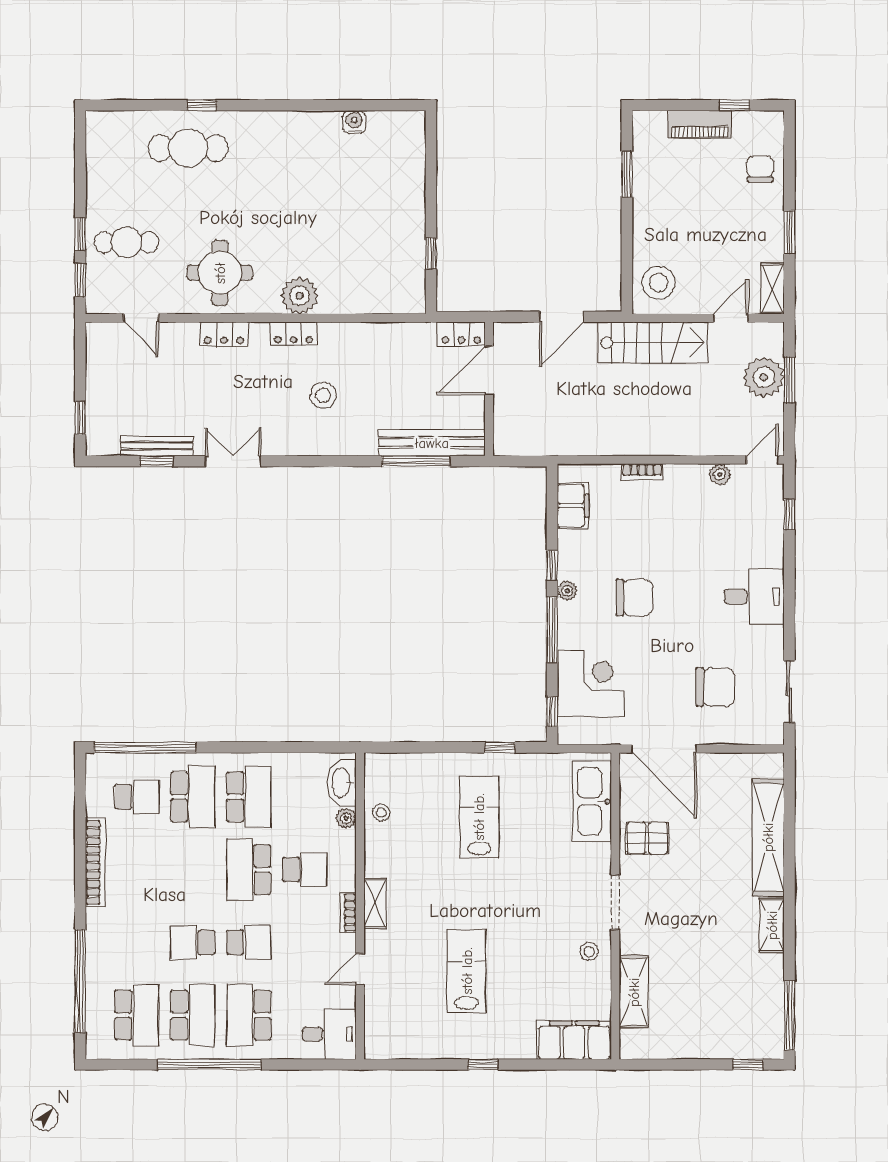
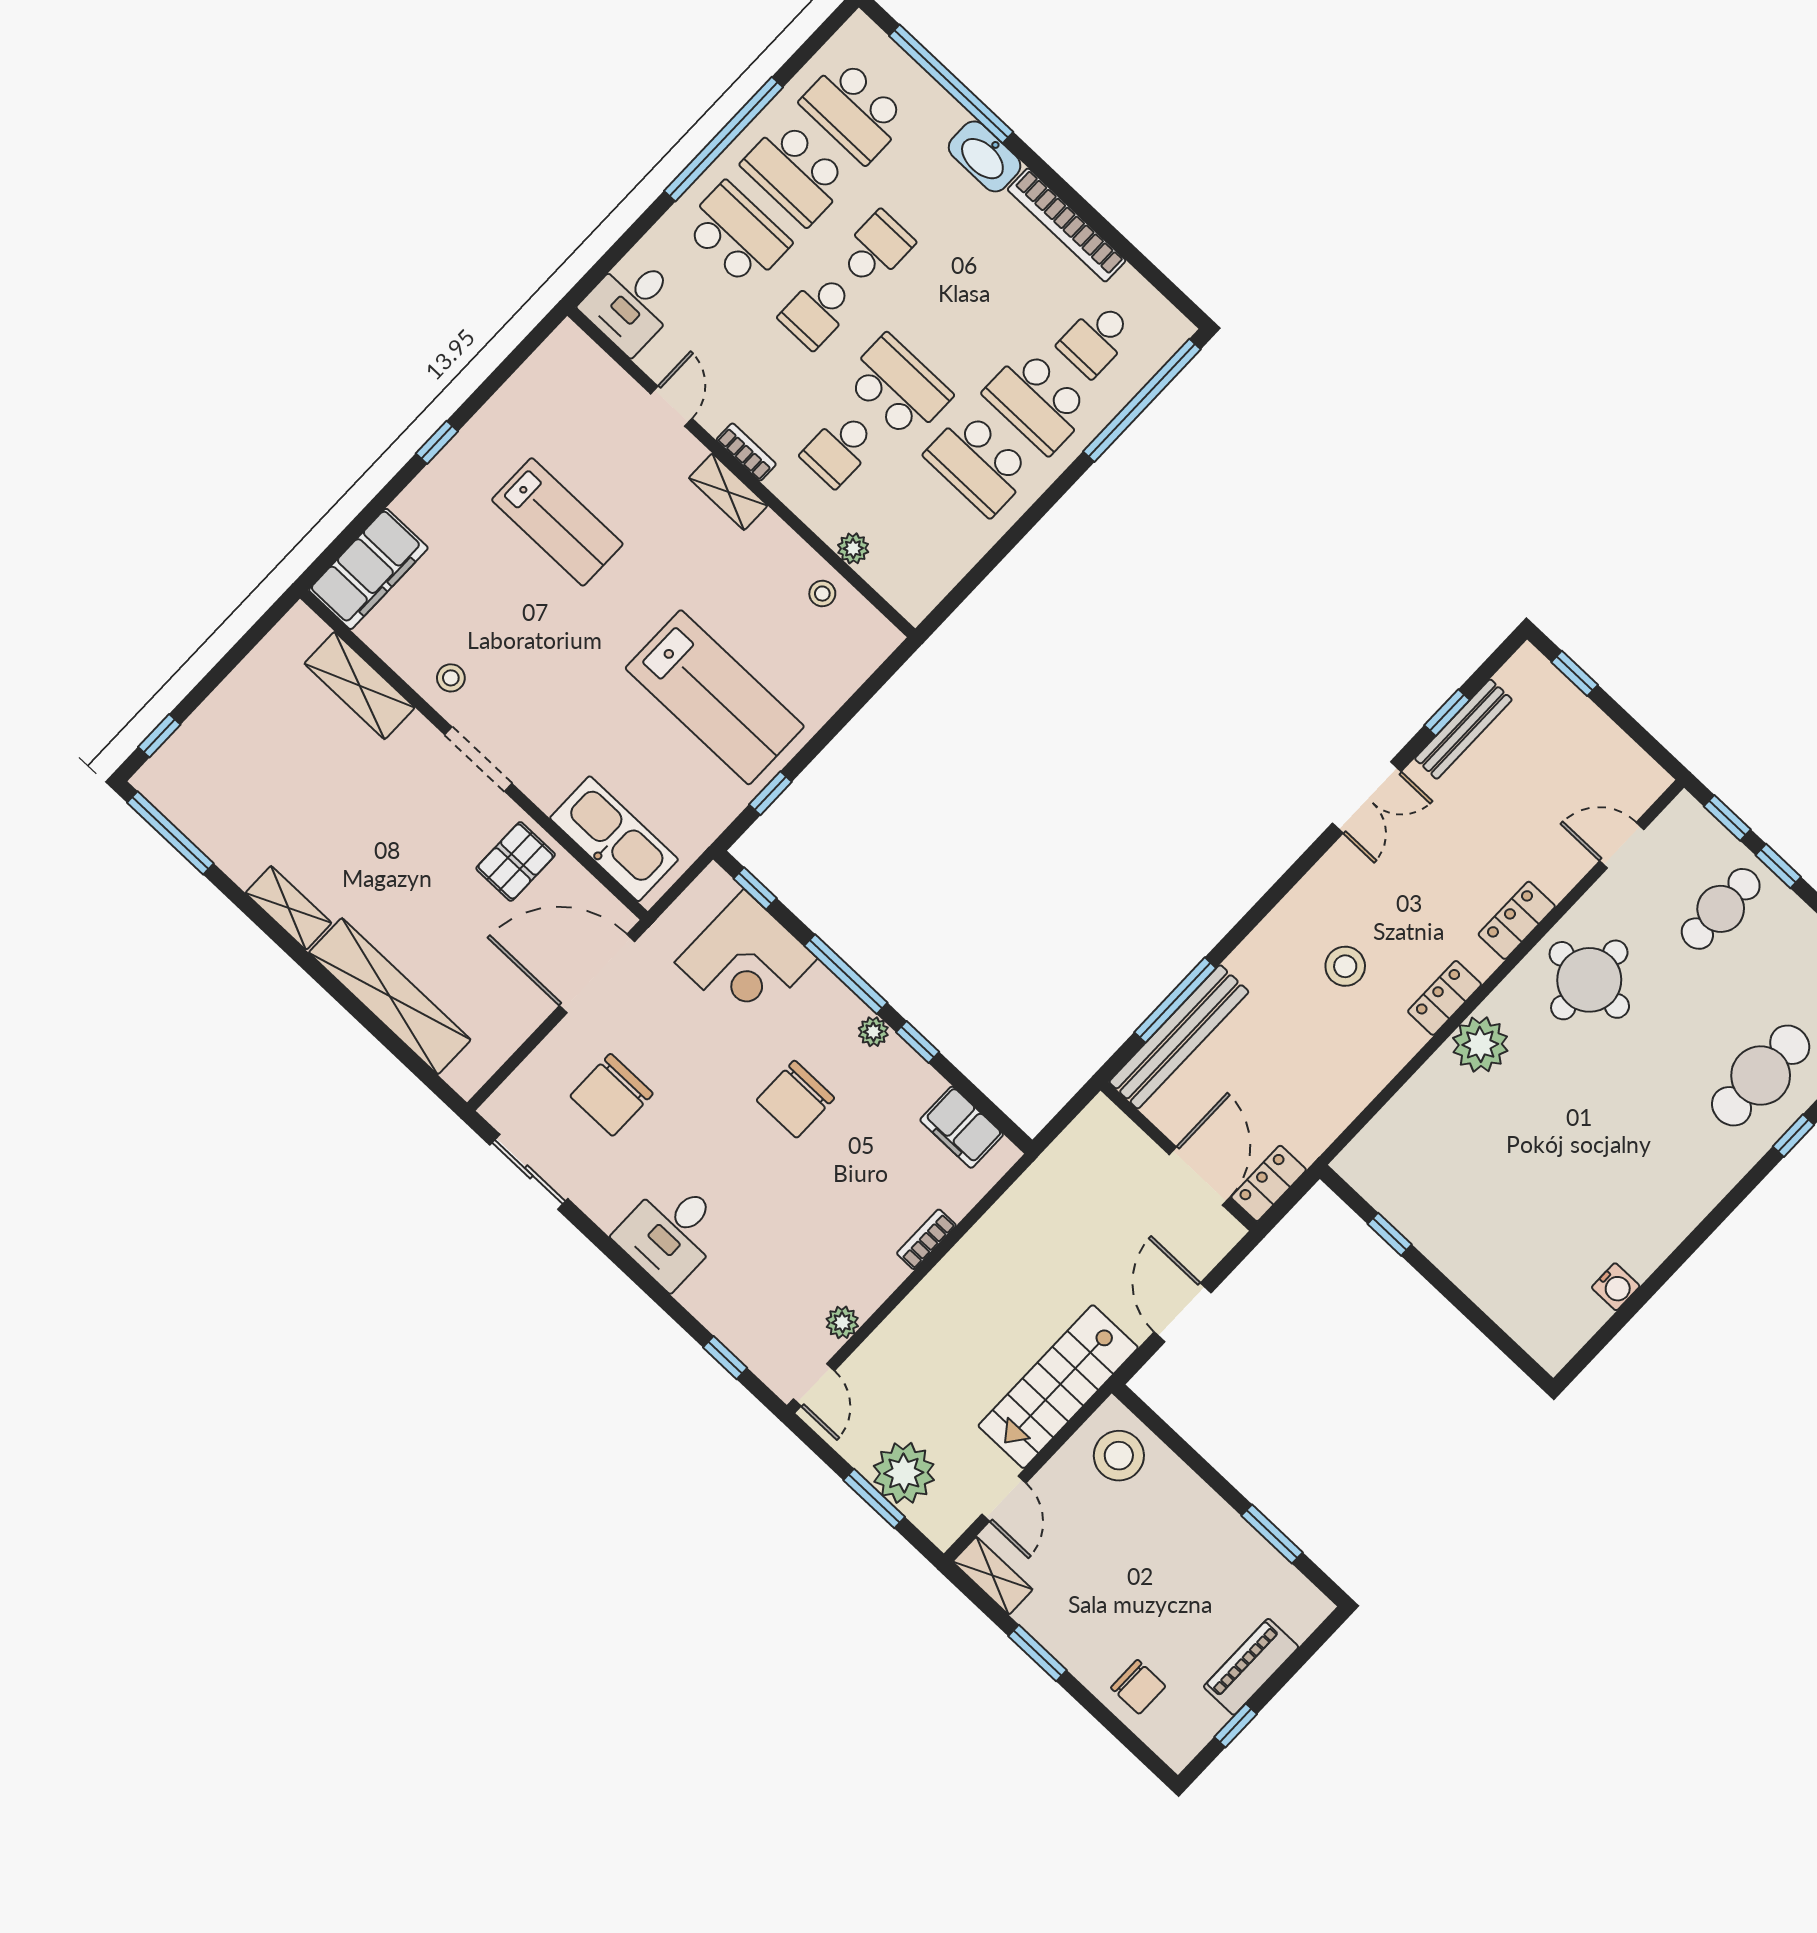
washbasin: (342, 782) -> (985, 156), moved, turned 180
lab bench: (479, 817) -> (715, 697), width x1.36, depth x1.39

